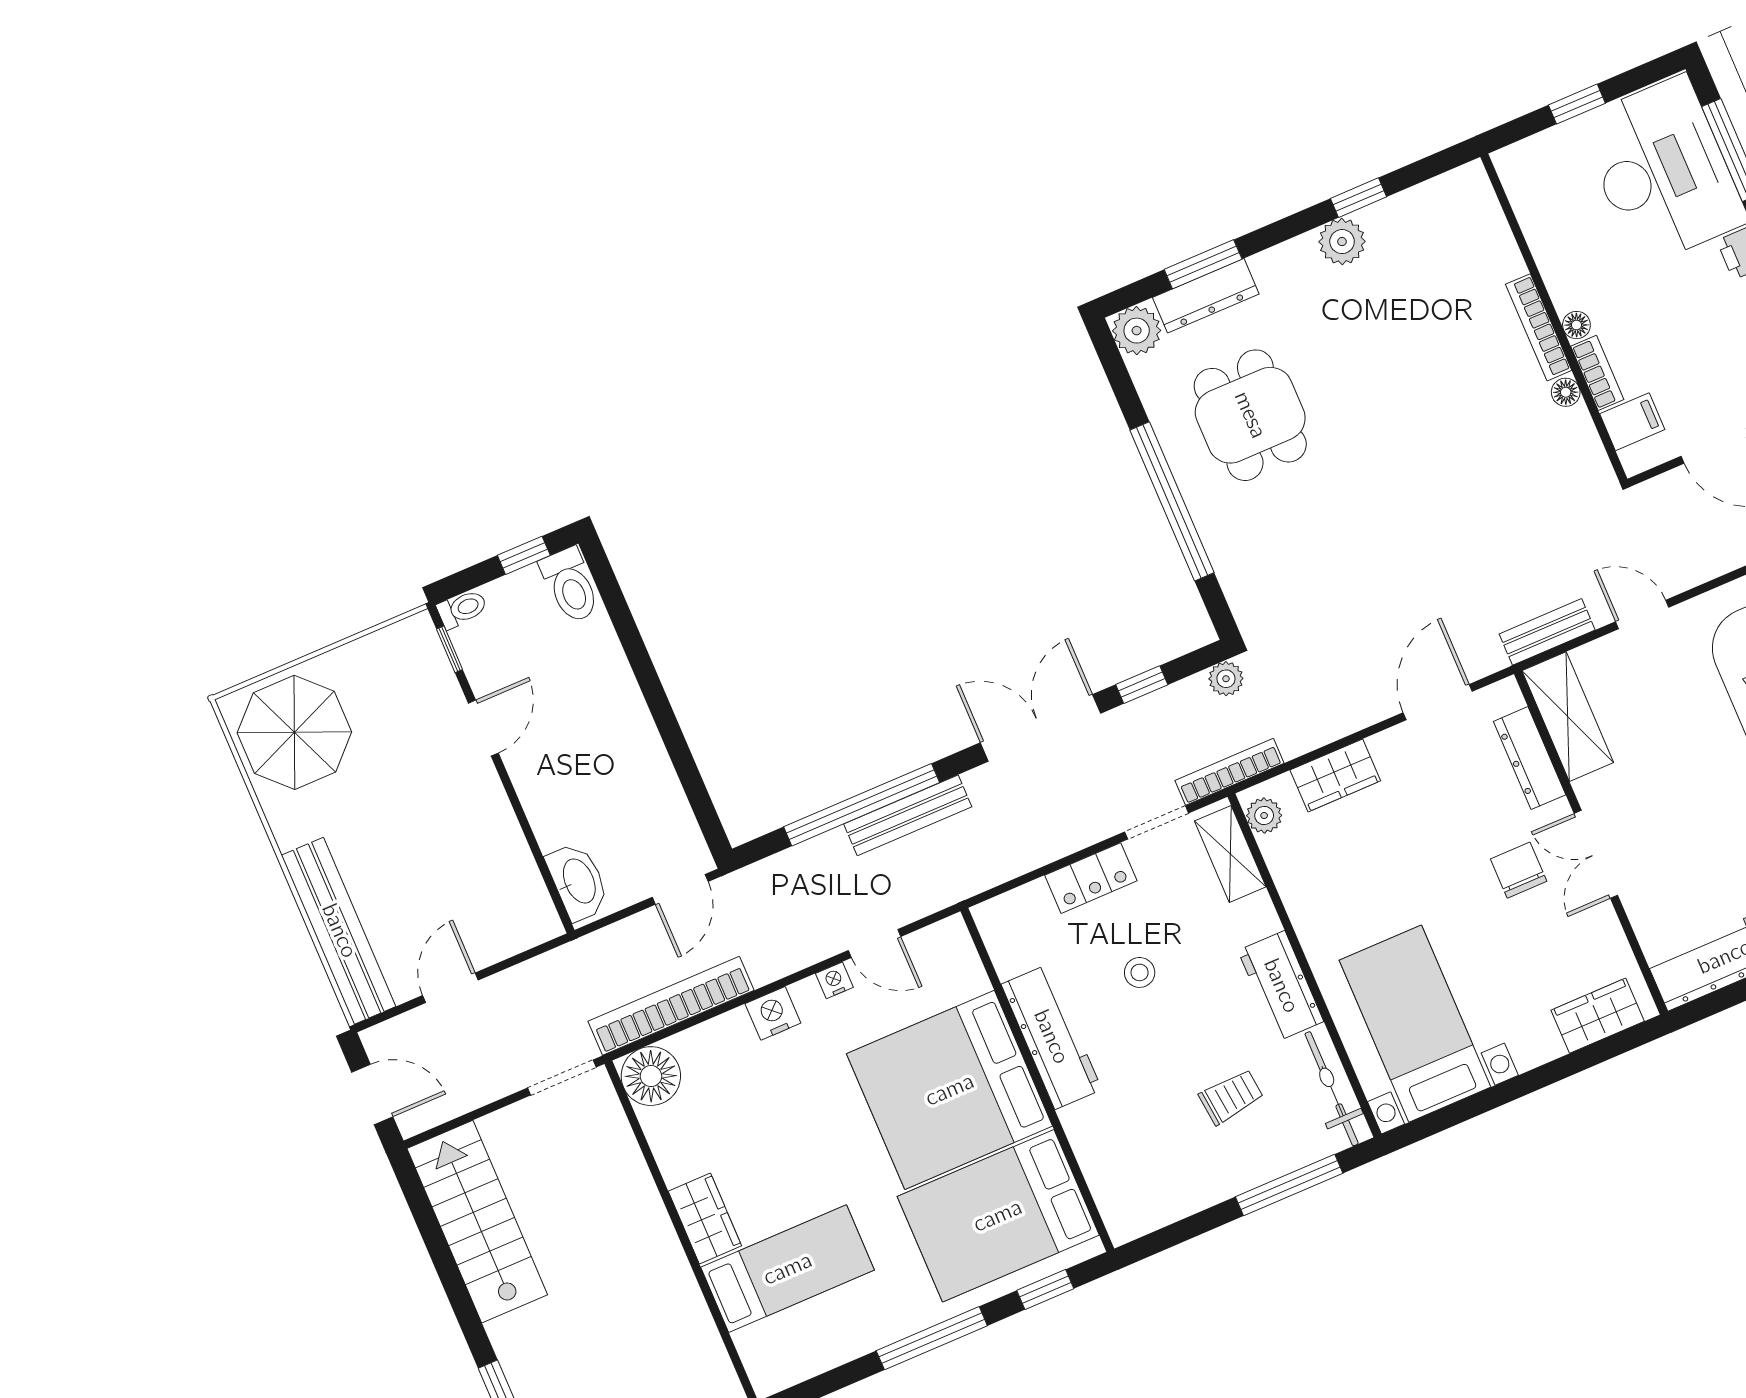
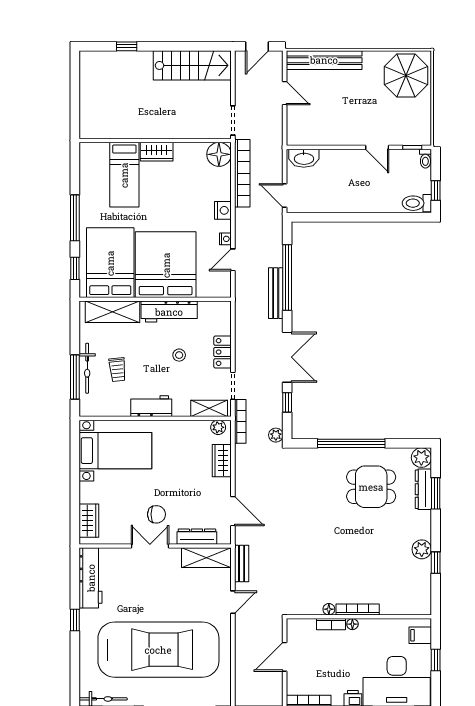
filing cabinet: (1632, 422) -> (420, 635), moved, turned 90
bicycle: (1332, 1089) -> (87, 368), moved, turned 90
shelving: (1107, 1164) -> (112, 312), added

